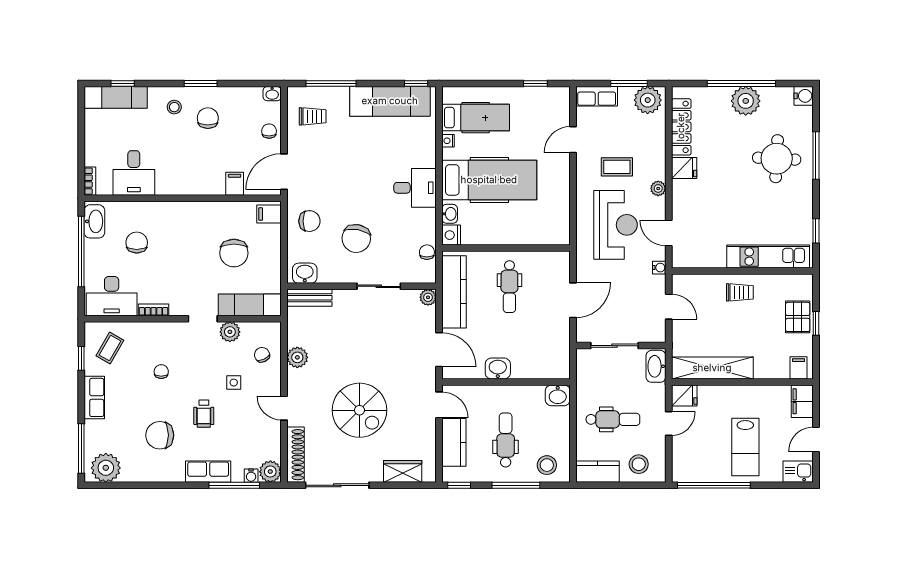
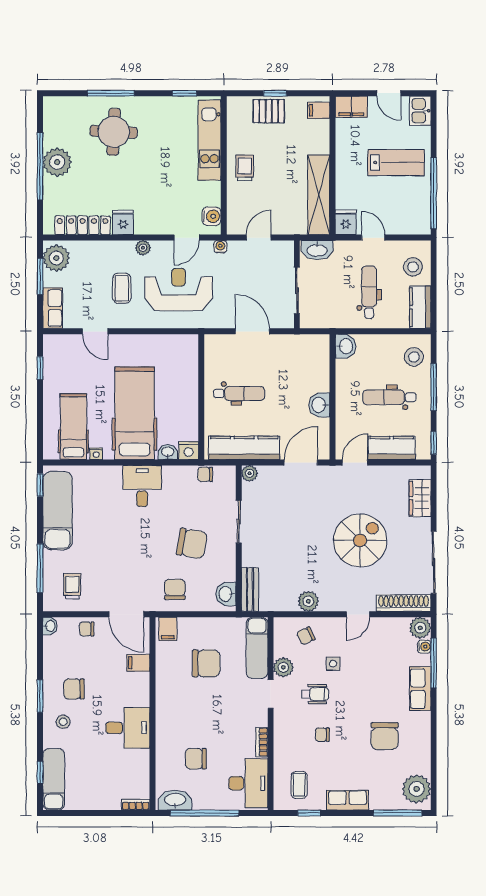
water cooler: (804, 96) -> (212, 216), moved, turned 90
desk: (134, 173) -> (128, 728), moved
coffee table: (110, 348) -> (299, 785), turned 60
wheelchair: (204, 414) -> (315, 694), moved

